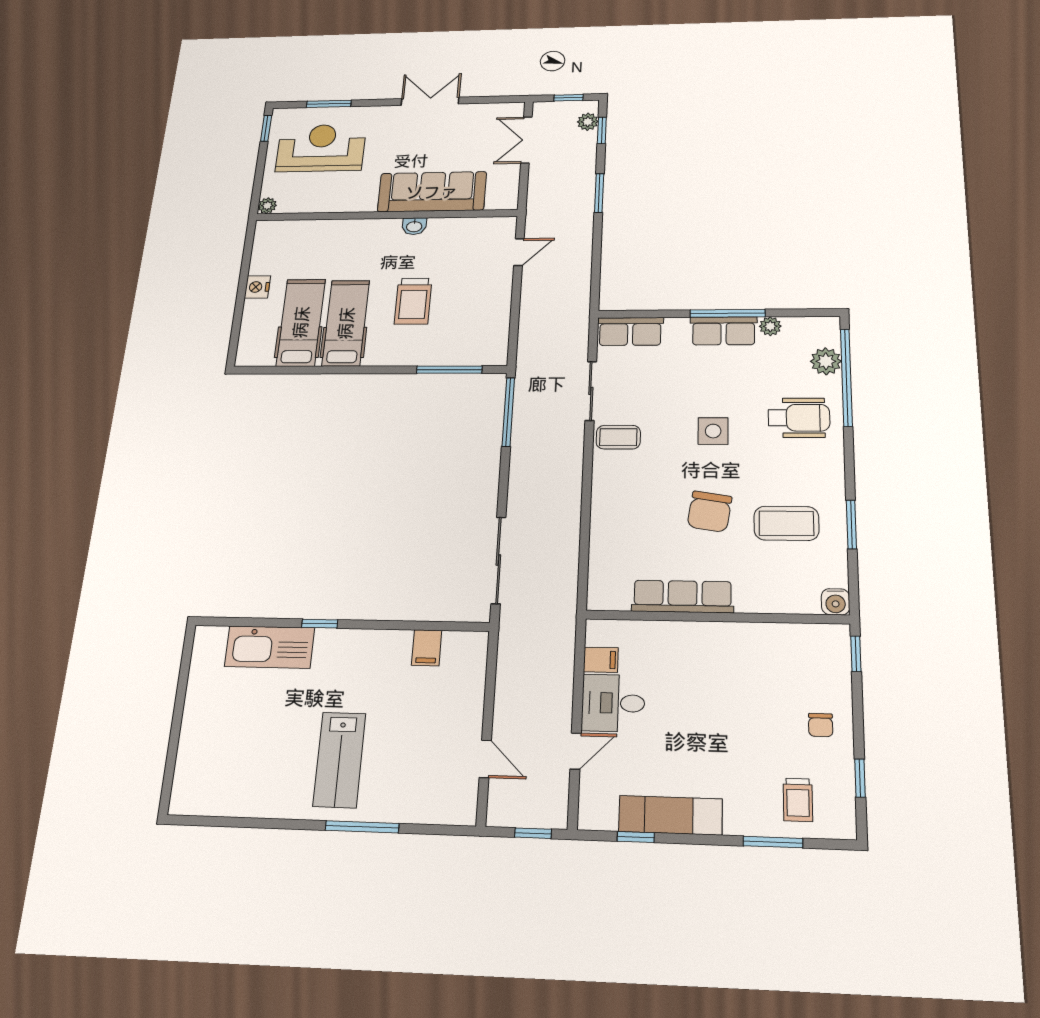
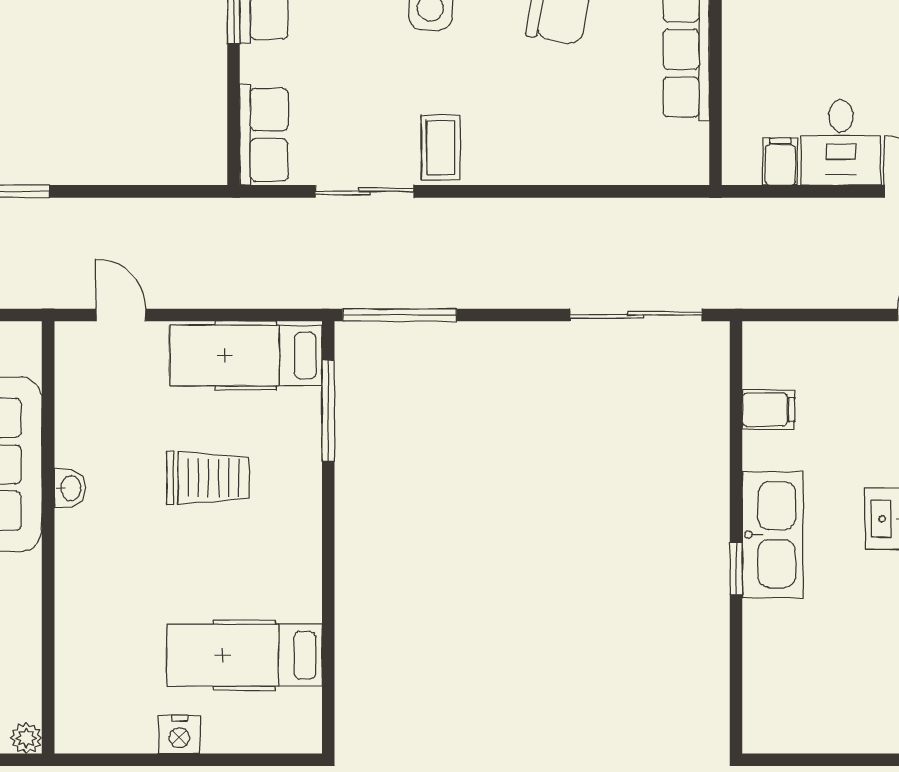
hospital bed: (346, 323) -> (246, 356), moved
kitchen sink: (270, 647) -> (772, 535), moved

